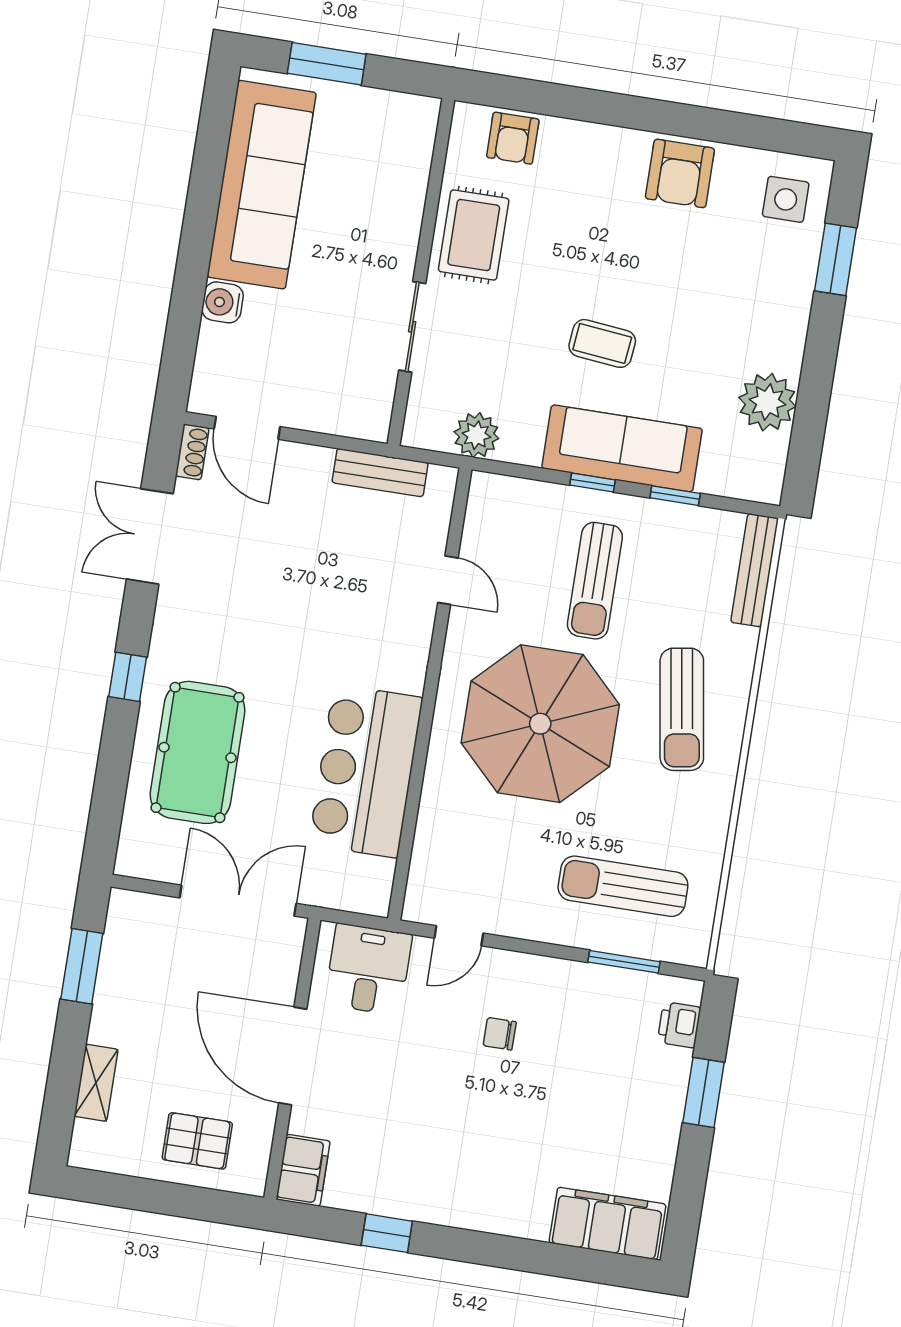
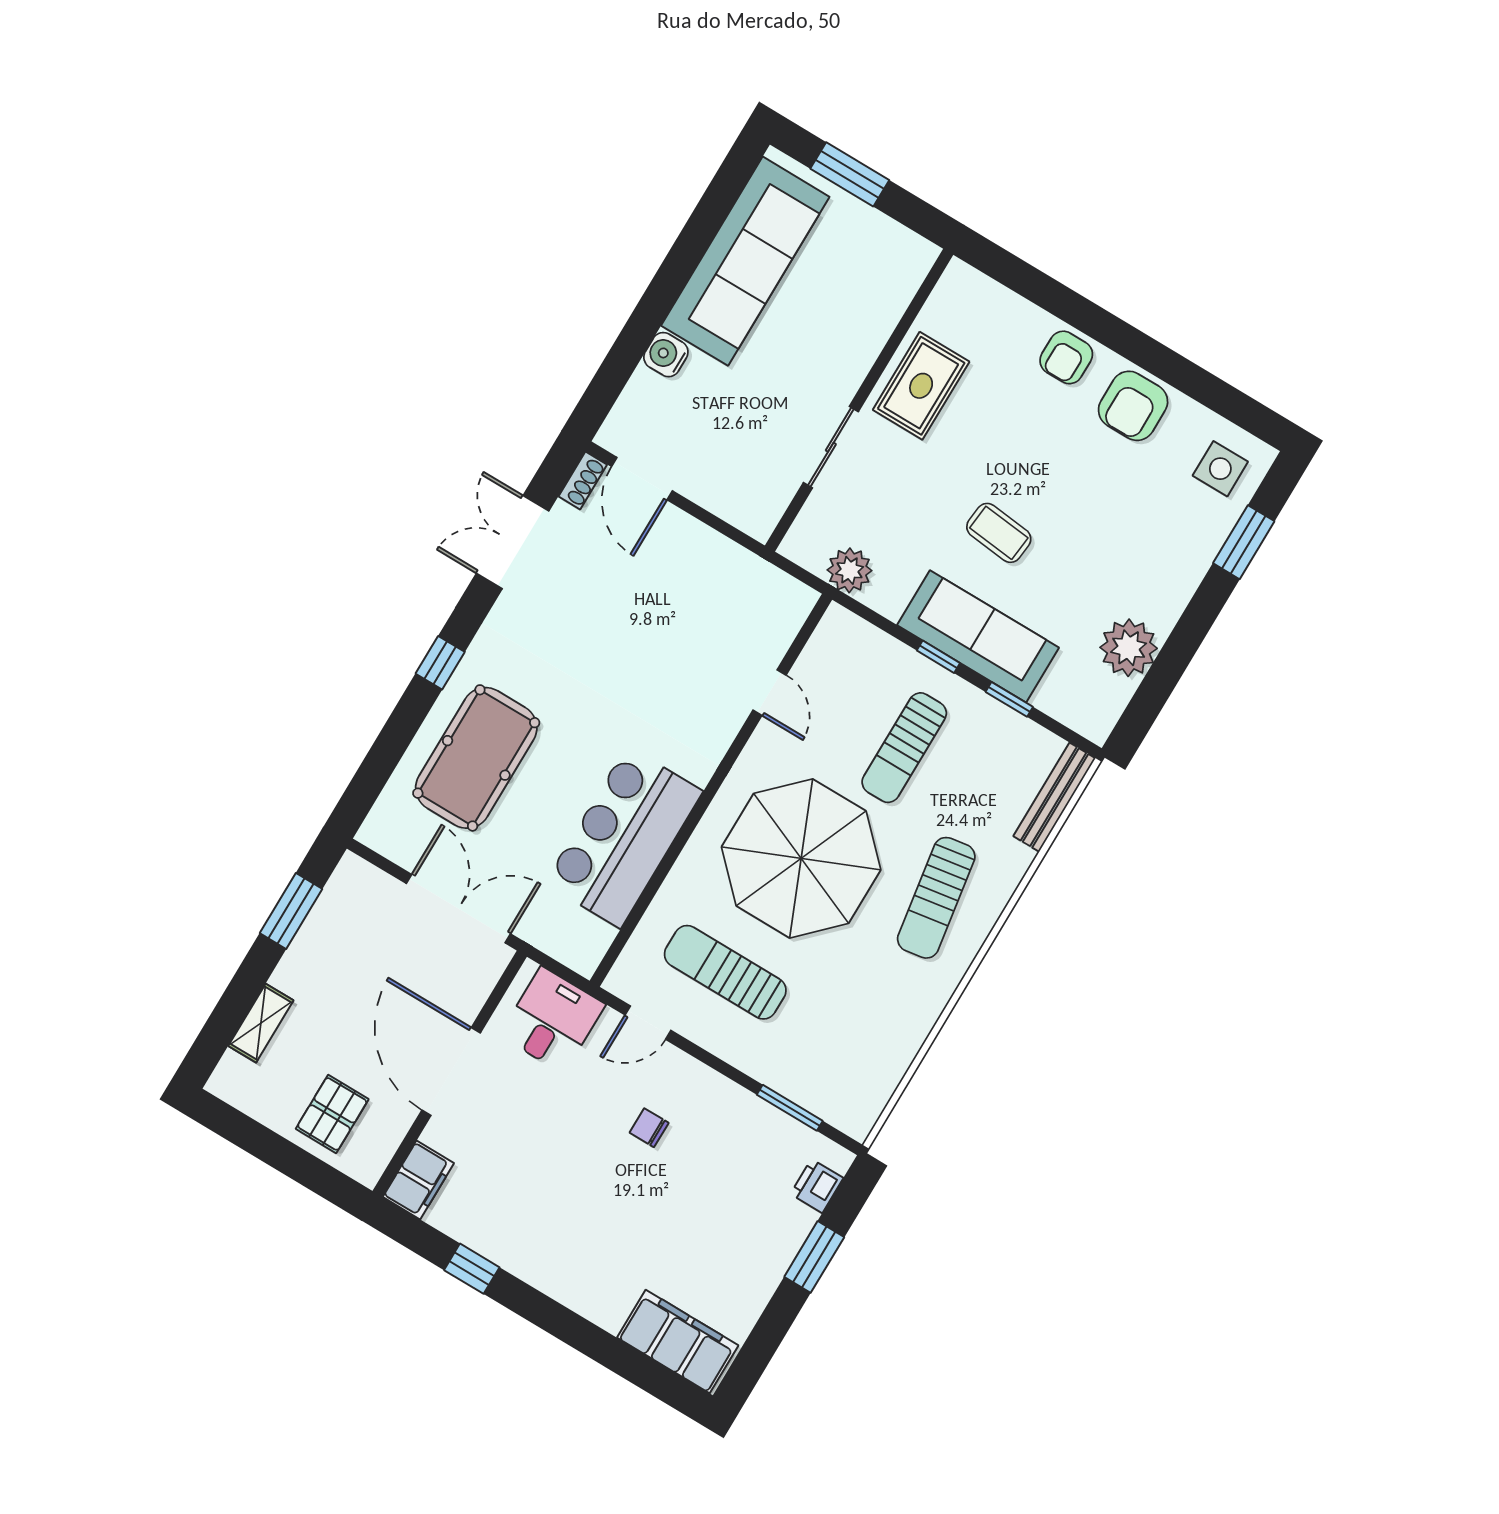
armchair: (513, 138) -> (1066, 357), moved
bench: (380, 473) -> (747, 569), removed
sun lounger: (623, 886) -> (725, 972), moved
pallet: (197, 1141) -> (332, 1114), turned 90

